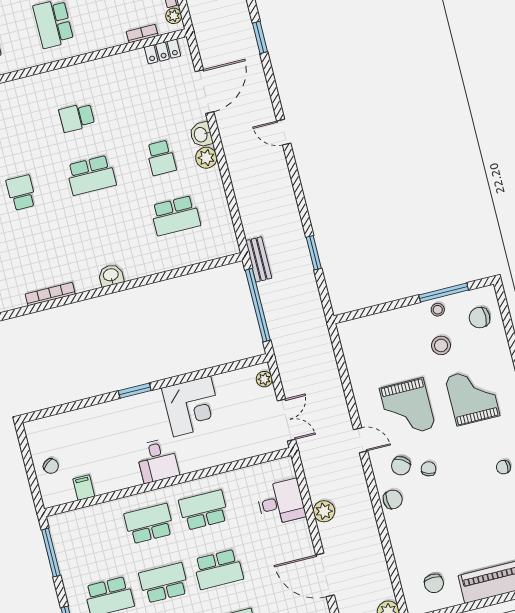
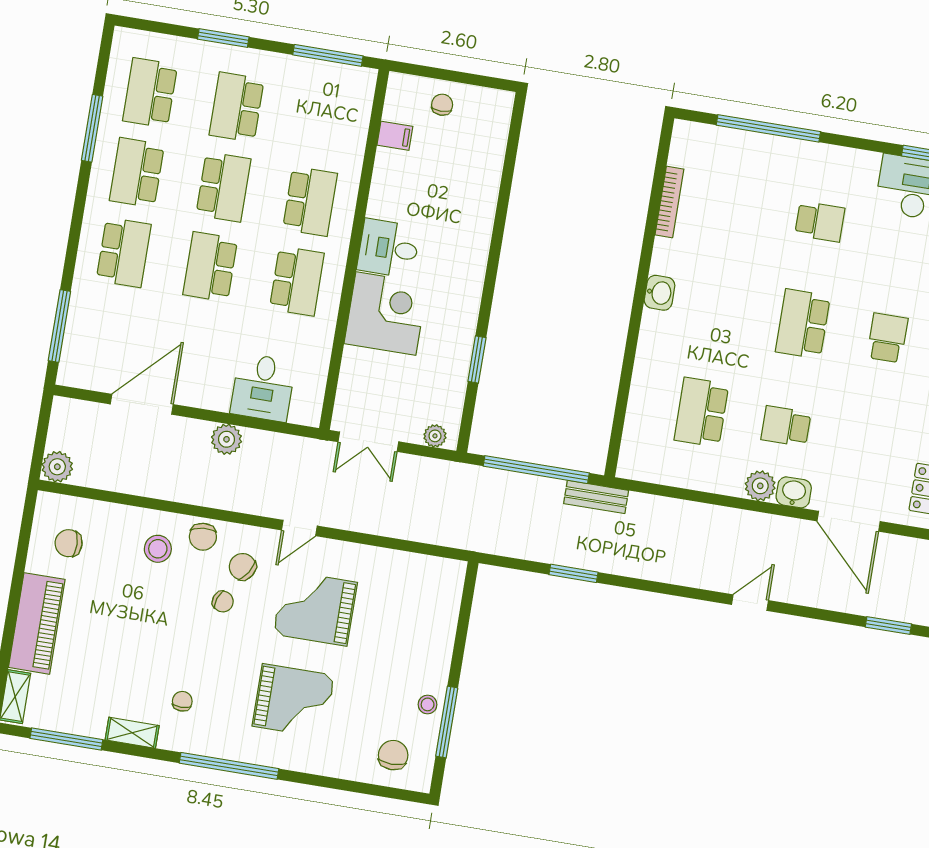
stool: (441, 345) -> (158, 549), moved
window: (135, 391) -> (477, 359), moved
corner desk: (192, 406) -> (386, 314), moved, turned 180
chair: (51, 466) -> (442, 105), turned 129

